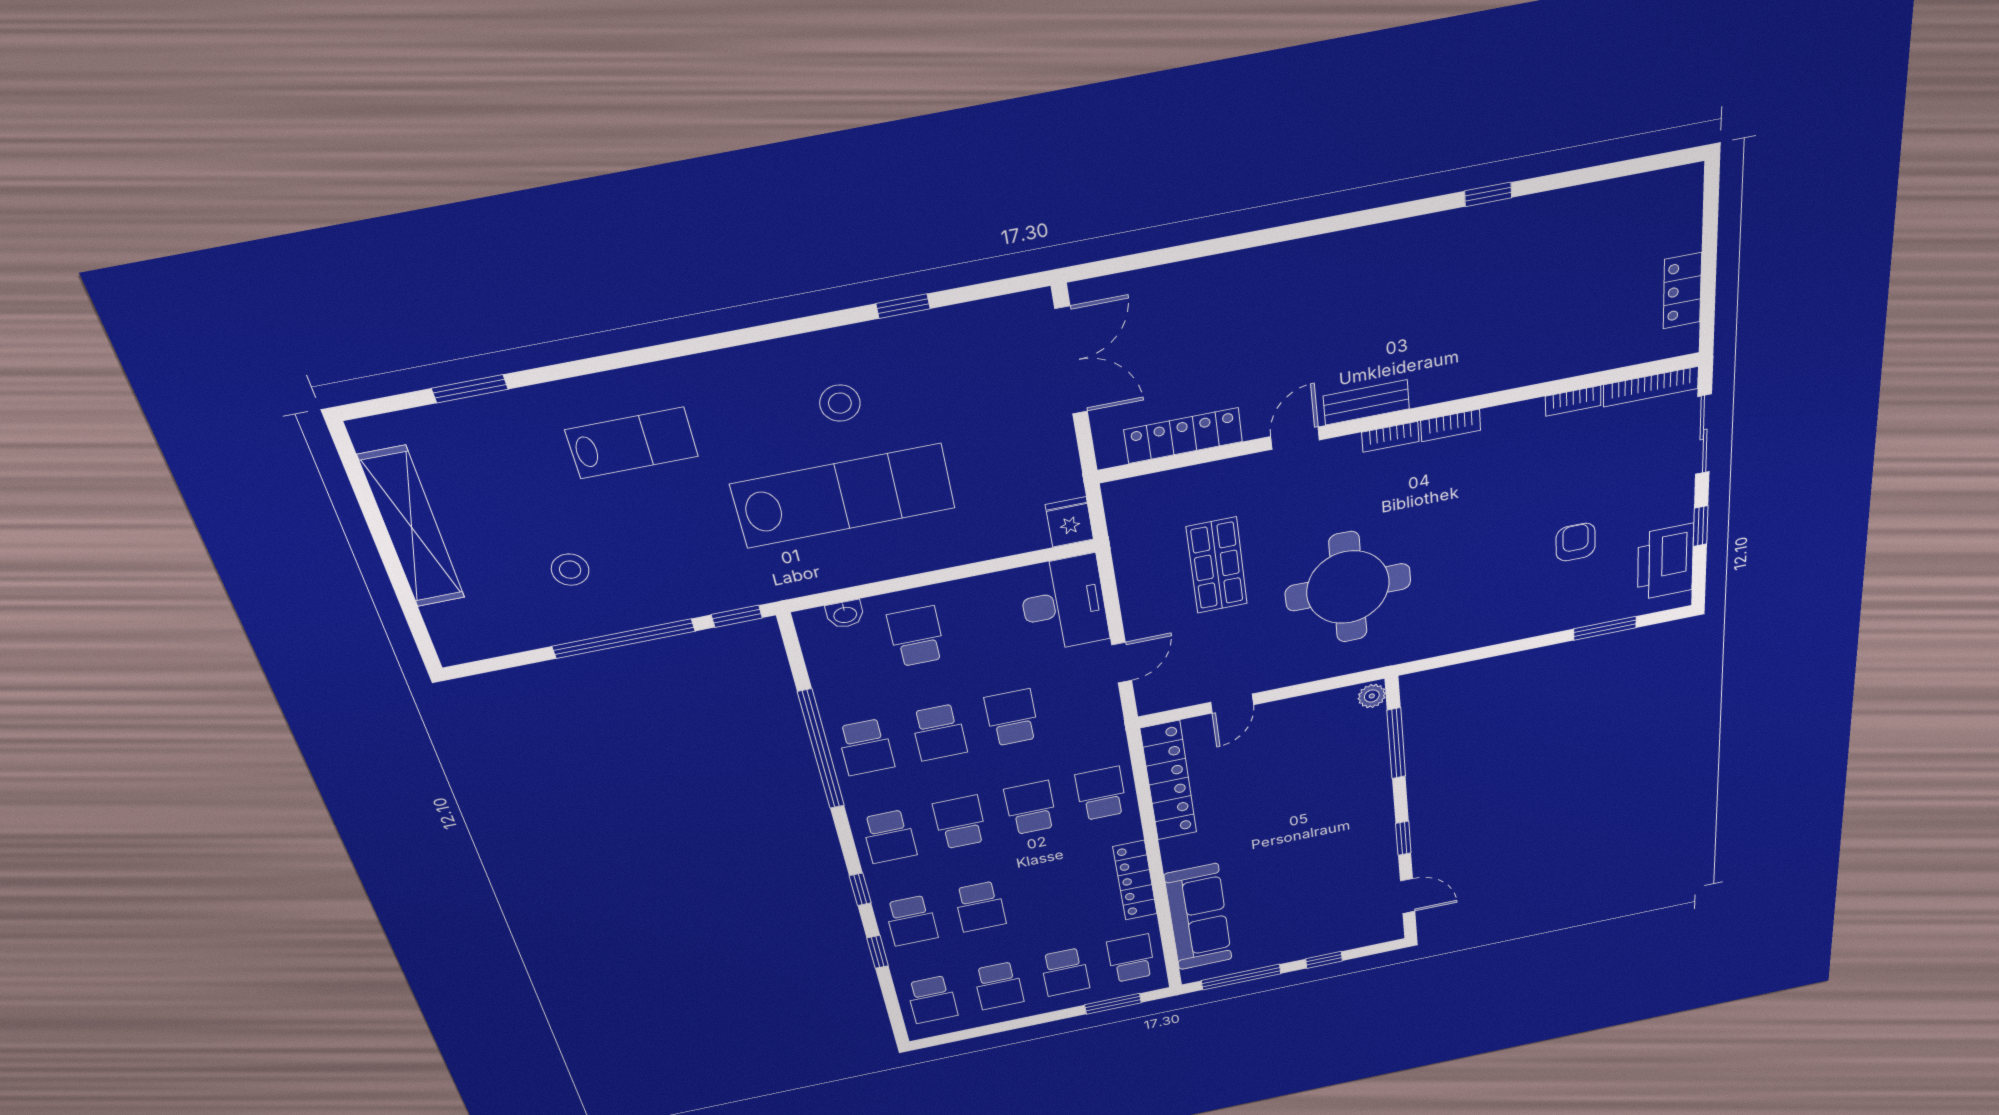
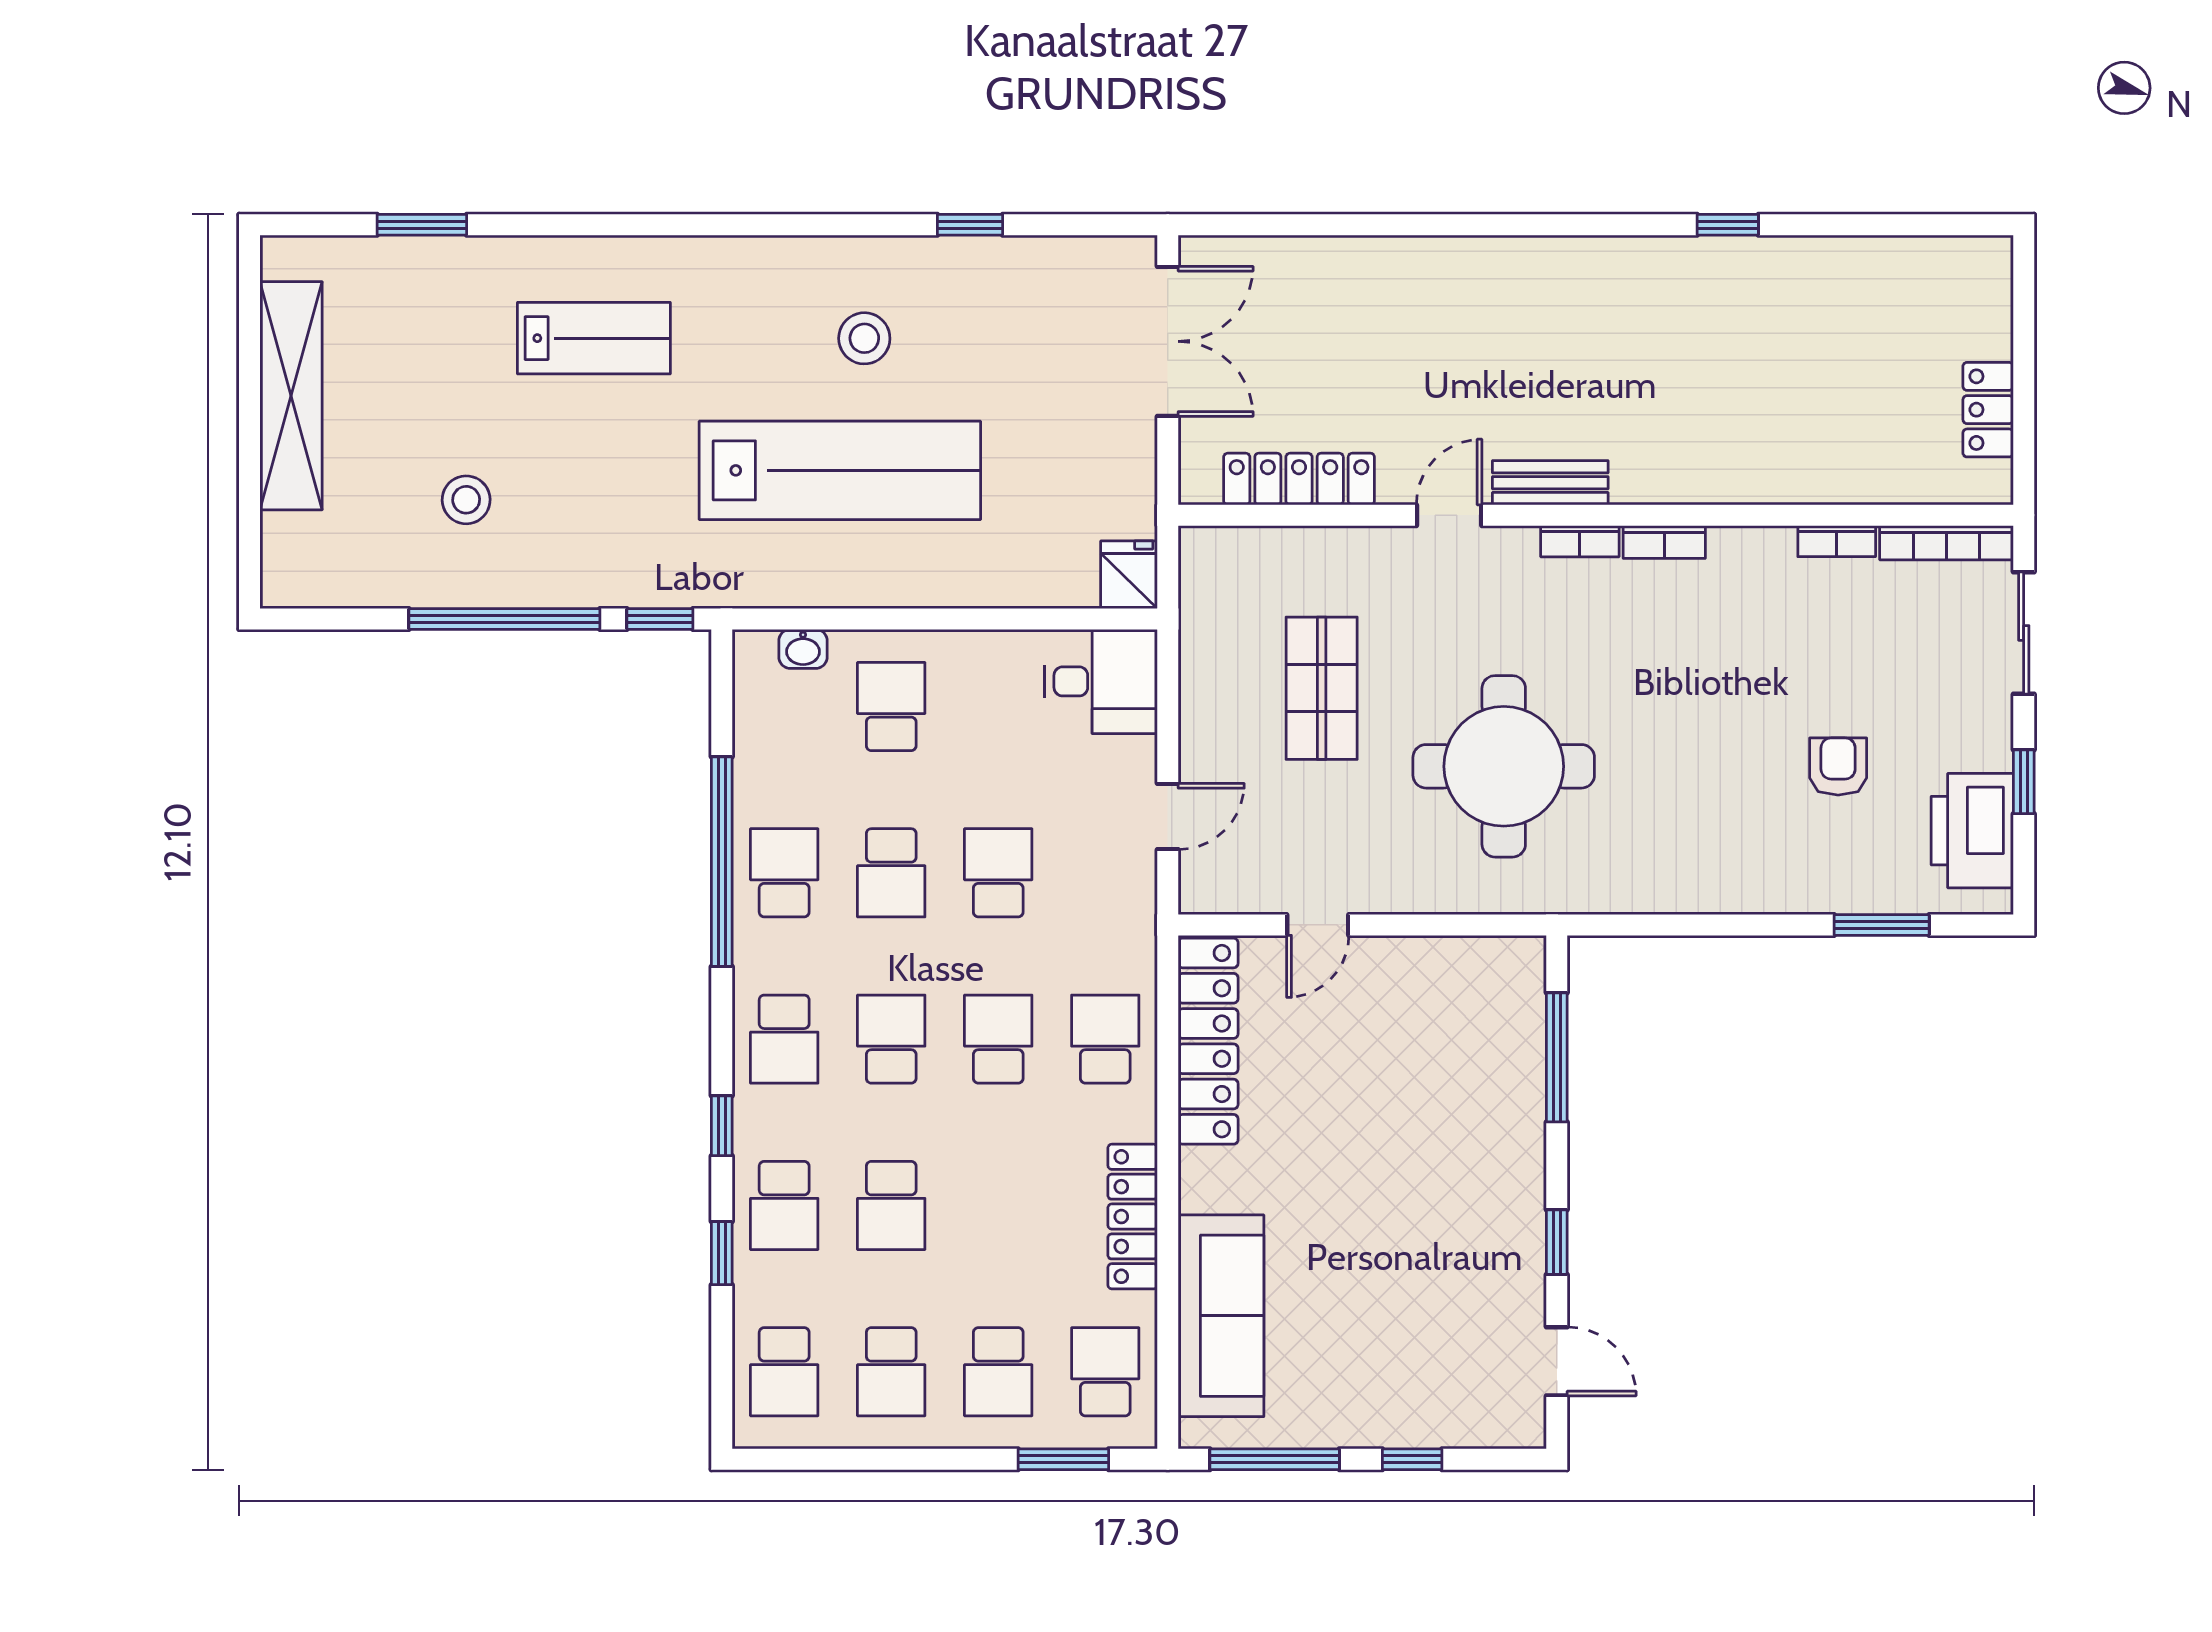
desk: (1064, 604) -> (1101, 681), width x0.73
plant: (1372, 696) -> (1525, 962), removed
school desk: (866, 747) -> (784, 873), turned 180

